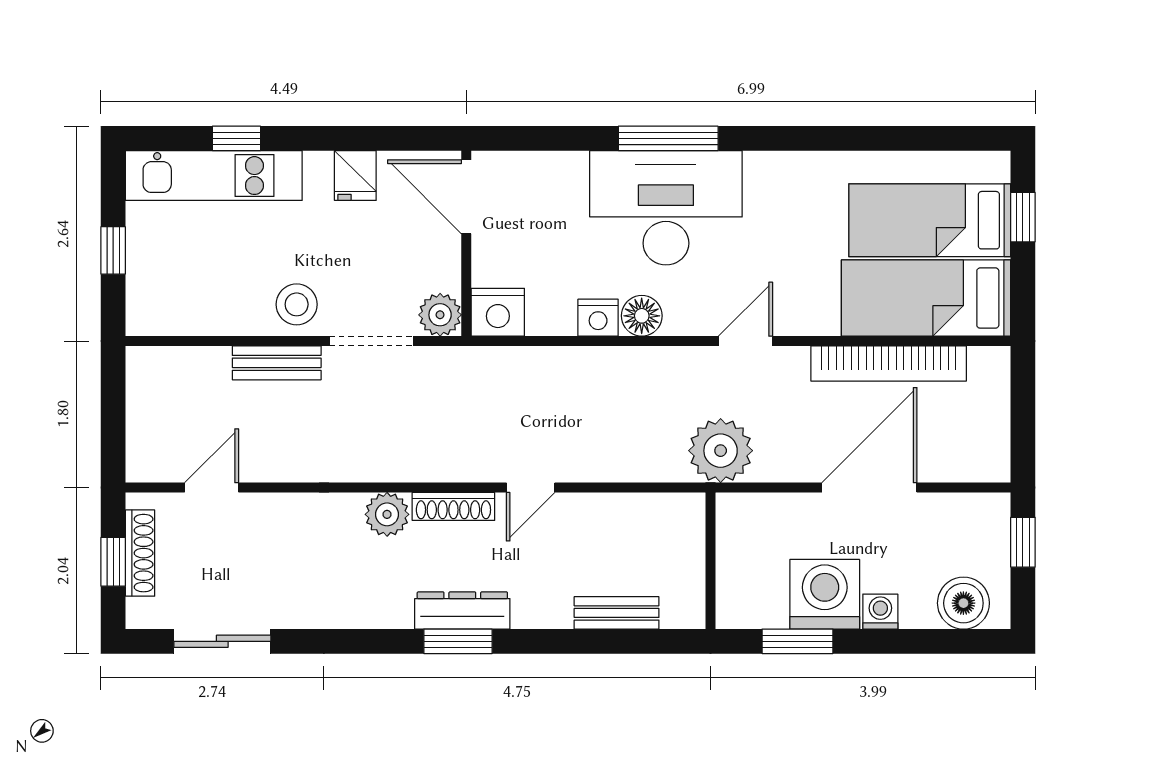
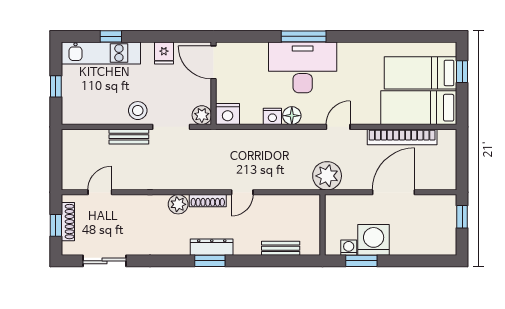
boiler: (963, 603) -> (435, 244), removed
washing machine: (880, 612) -> (349, 248), moved

